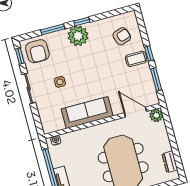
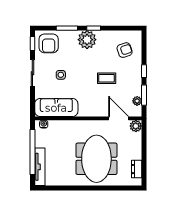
coffee table: (136, 59) -> (107, 78), moved
plant: (150, 88) -> (137, 101), added
sofa: (87, 113) -> (56, 108), moved

